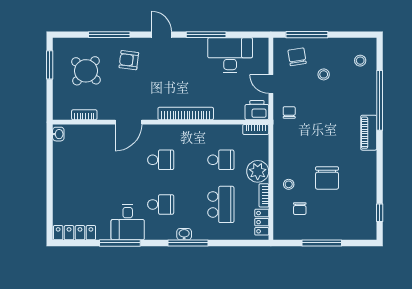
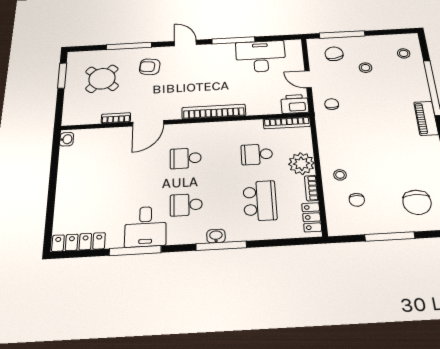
bookcase: (84, 115) -> (116, 118), moved
bookcase: (256, 129) -> (287, 123), width x1.56
school desk: (161, 160) -> (186, 158), turned 180
school desk: (221, 160) -> (257, 154), turned 180
chair: (327, 178) -> (417, 202), moved
school desk: (161, 204) -> (186, 205), turned 180

